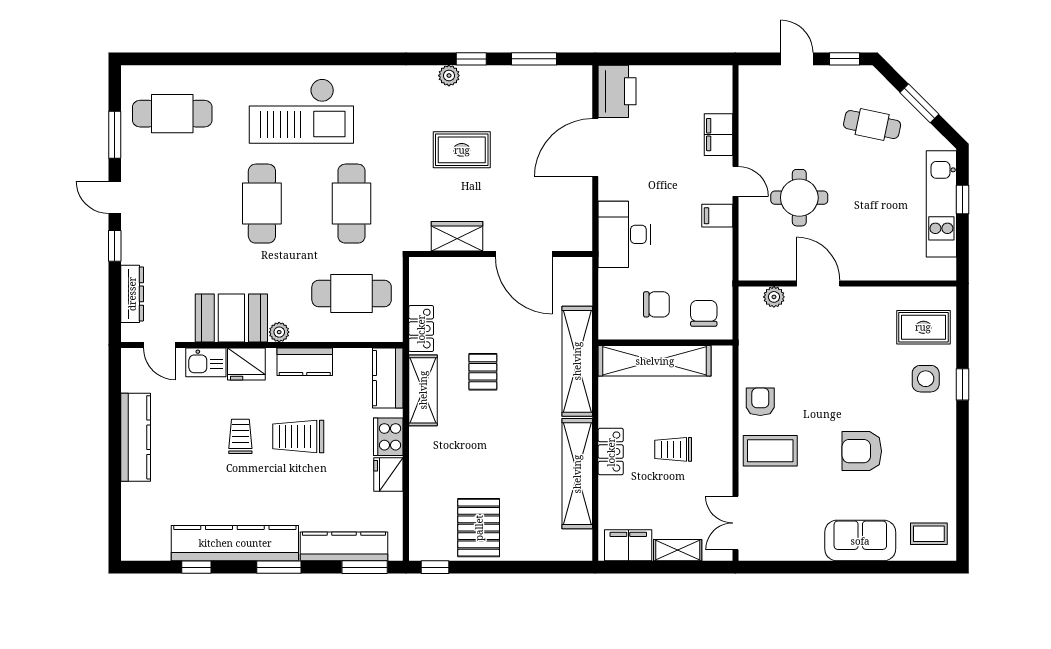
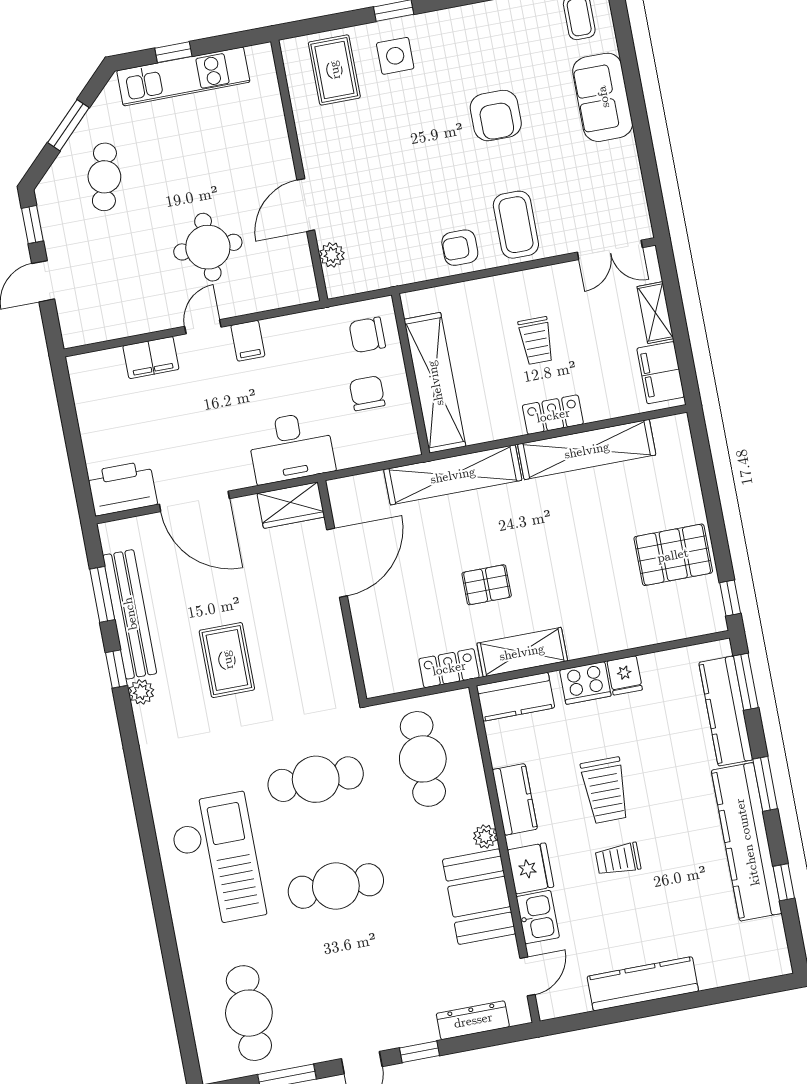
bench: (514, 78) -> (130, 614), added
wardrobe: (457, 236) -> (291, 505), moved, turned -90
fridge: (388, 475) -> (625, 675), width x0.72

